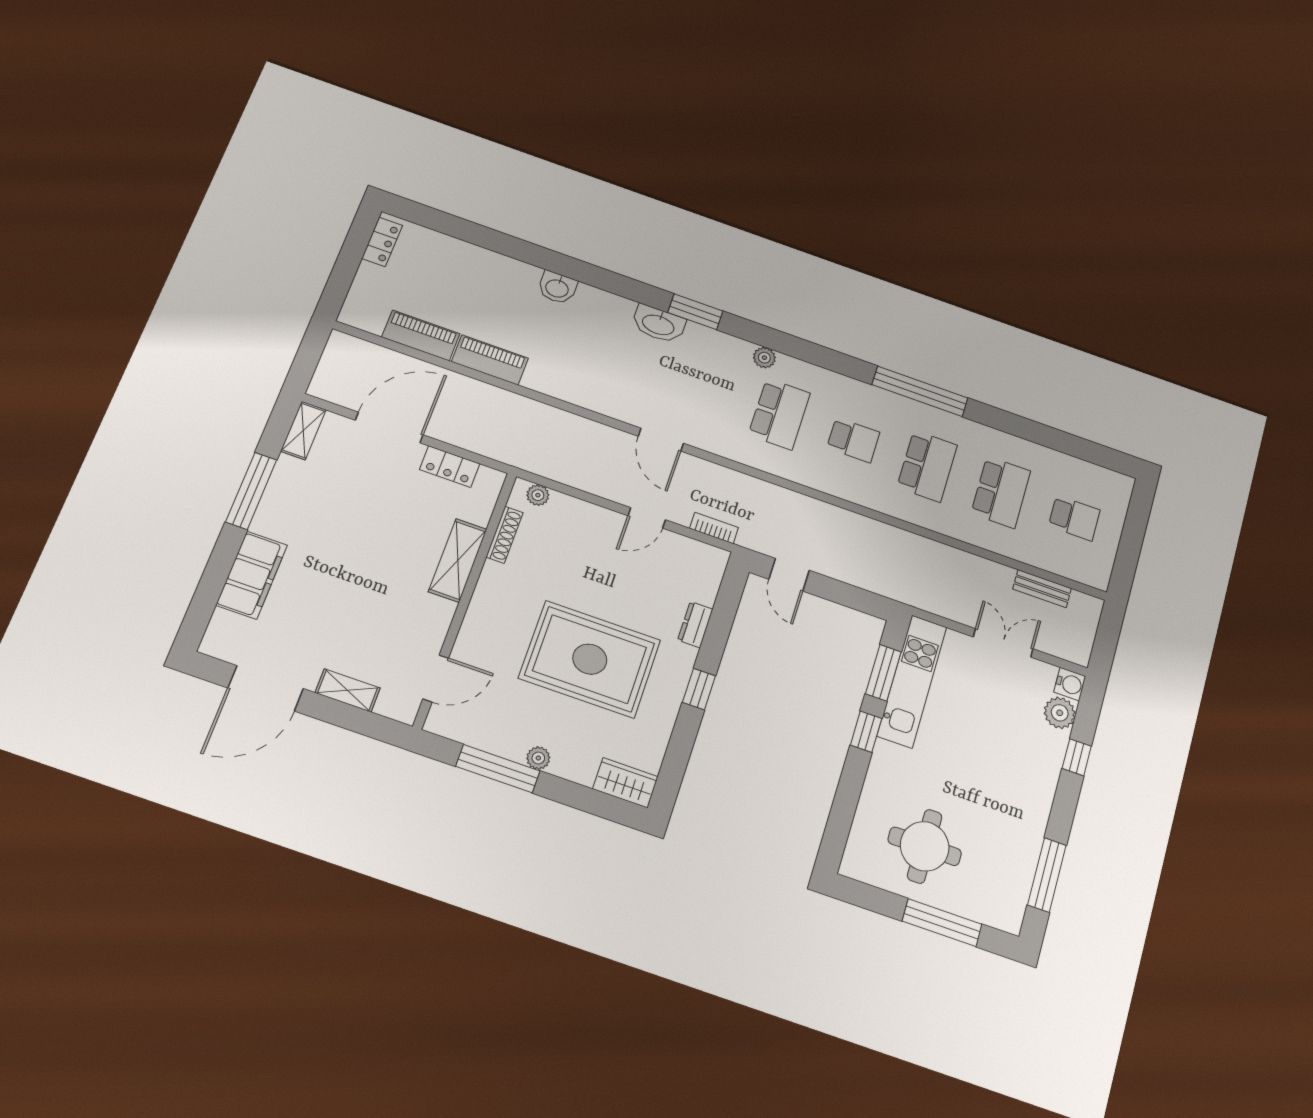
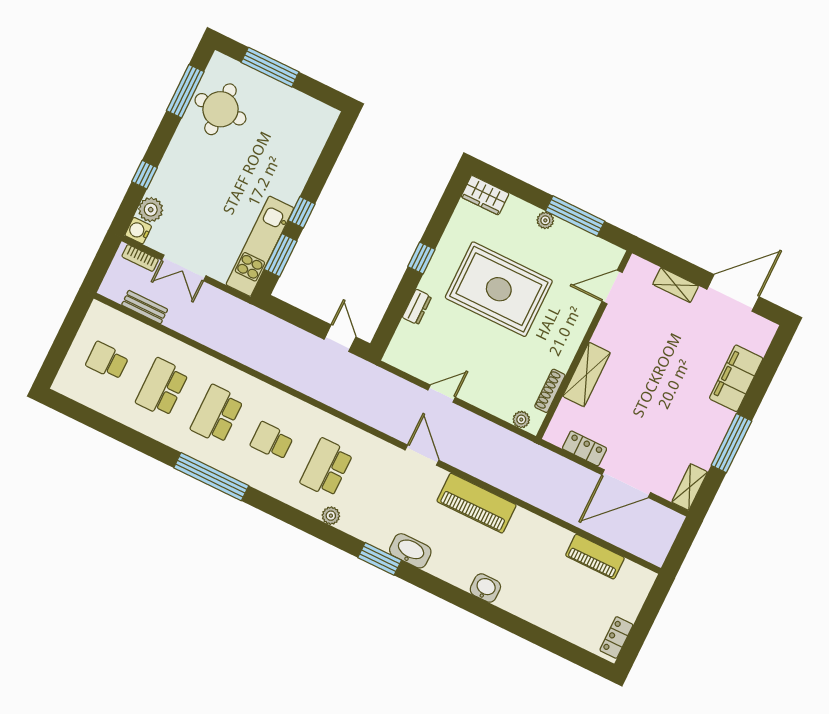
piano: (490, 360) -> (476, 503), moved, width x1.37, depth x1.33
bookcase: (714, 528) -> (140, 258), moved
round table: (925, 846) -> (220, 109), moved

